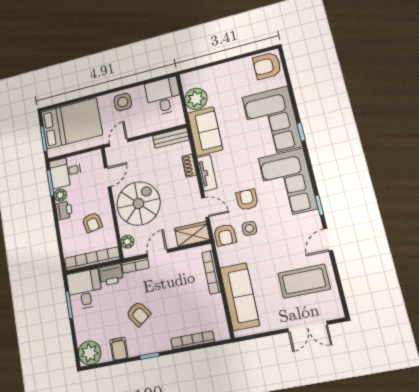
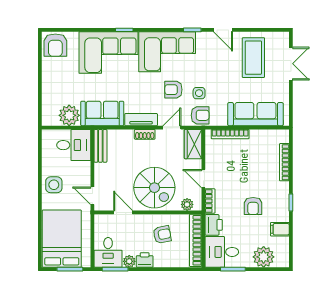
desk: (163, 96) -> (74, 145), moved, turned 180
shoe rack: (189, 166) -> (145, 134), moved
spiral stairs: (138, 203) -> (154, 188), turned 180
armchair: (138, 314) -> (253, 206), turned 126
plant: (90, 353) -> (264, 257), moved

